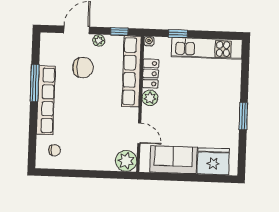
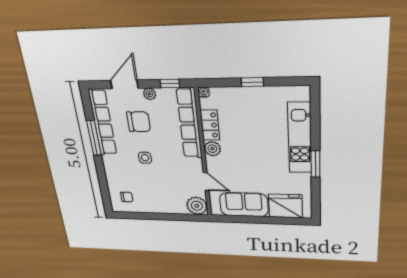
window: (178, 34) -> (252, 82), moved
kitchen unit: (207, 48) -> (300, 138), moved, turned 90
row of seats: (46, 100) -> (103, 123), moved
side table: (82, 106) -> (145, 158), added

